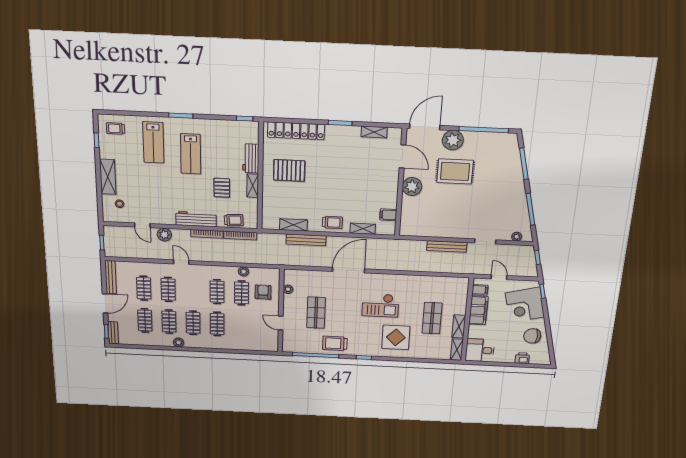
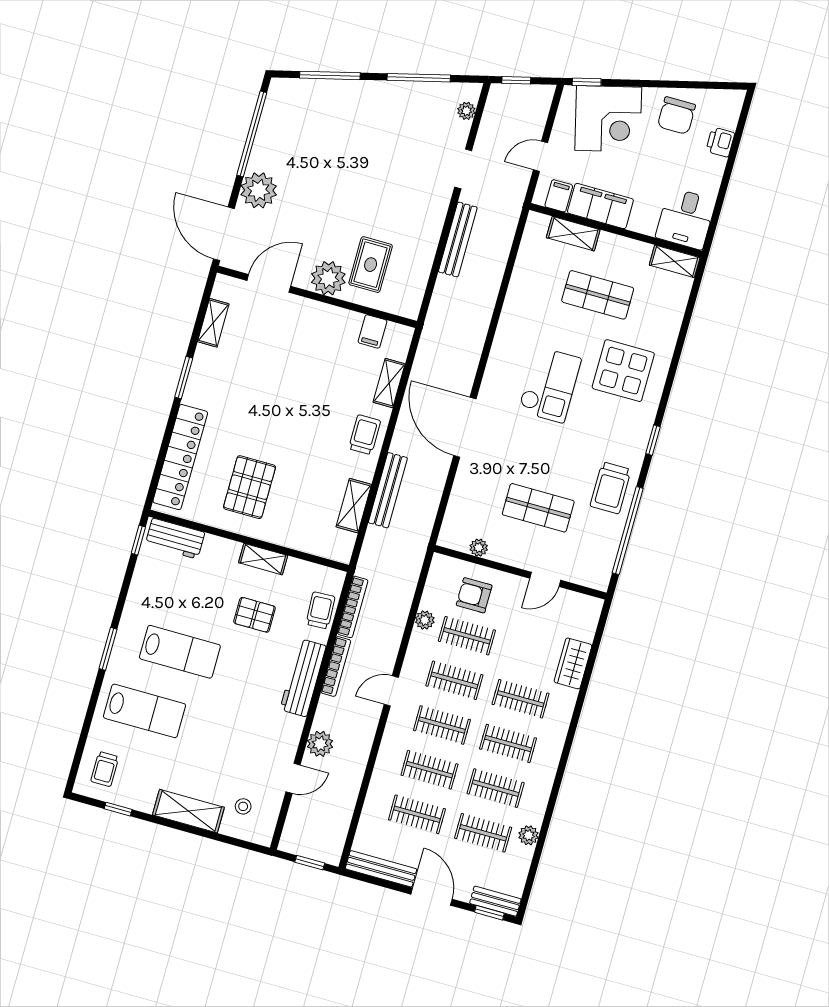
workbench: (251, 158) -> (175, 538), moved
rug: (455, 171) -> (371, 265), moved, width x0.73, depth x0.70
door: (181, 262) -> (391, 691), moved
clothes rail: (193, 291) -> (442, 725), added
shelving: (459, 326) -> (573, 234), moved
plant: (179, 342) -> (529, 835), moved
wardrobe: (242, 344) -> (573, 663), added

